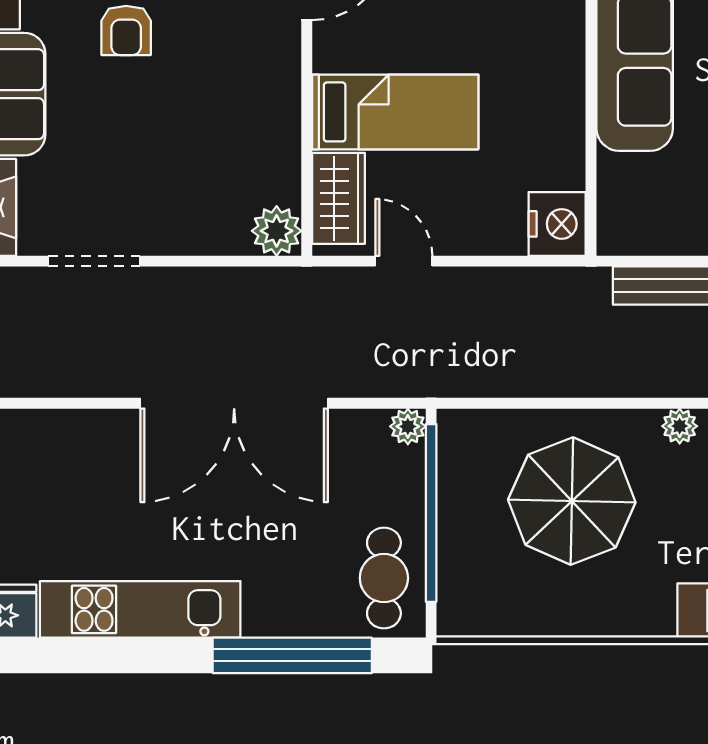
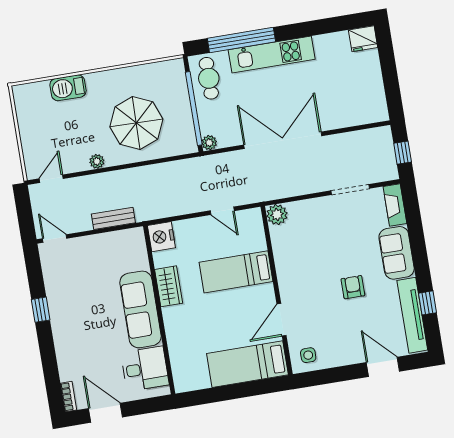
wardrobe: (339, 198) -> (169, 286), moved, turned 180
kitchen unit: (140, 609) -> (272, 55), moved

